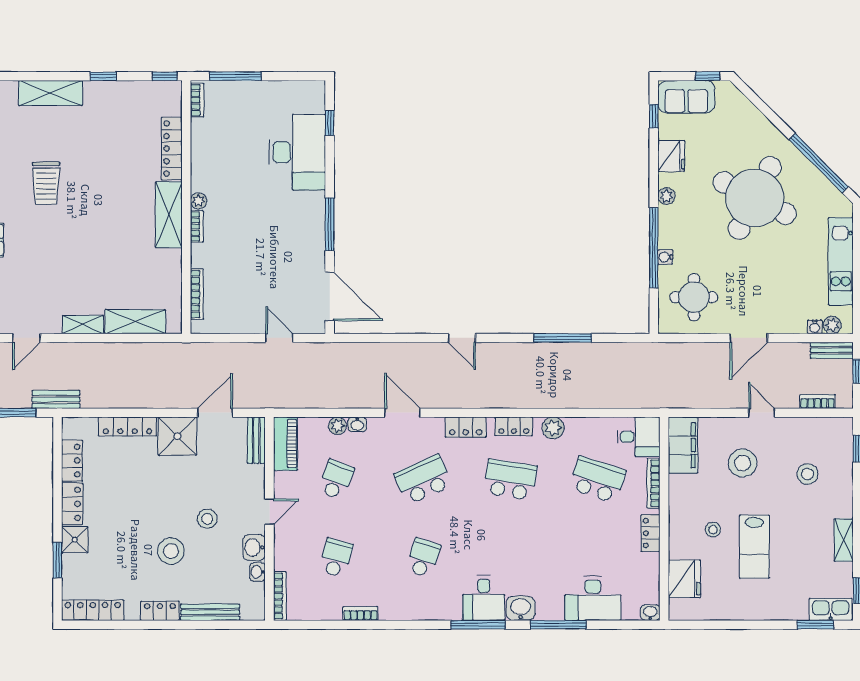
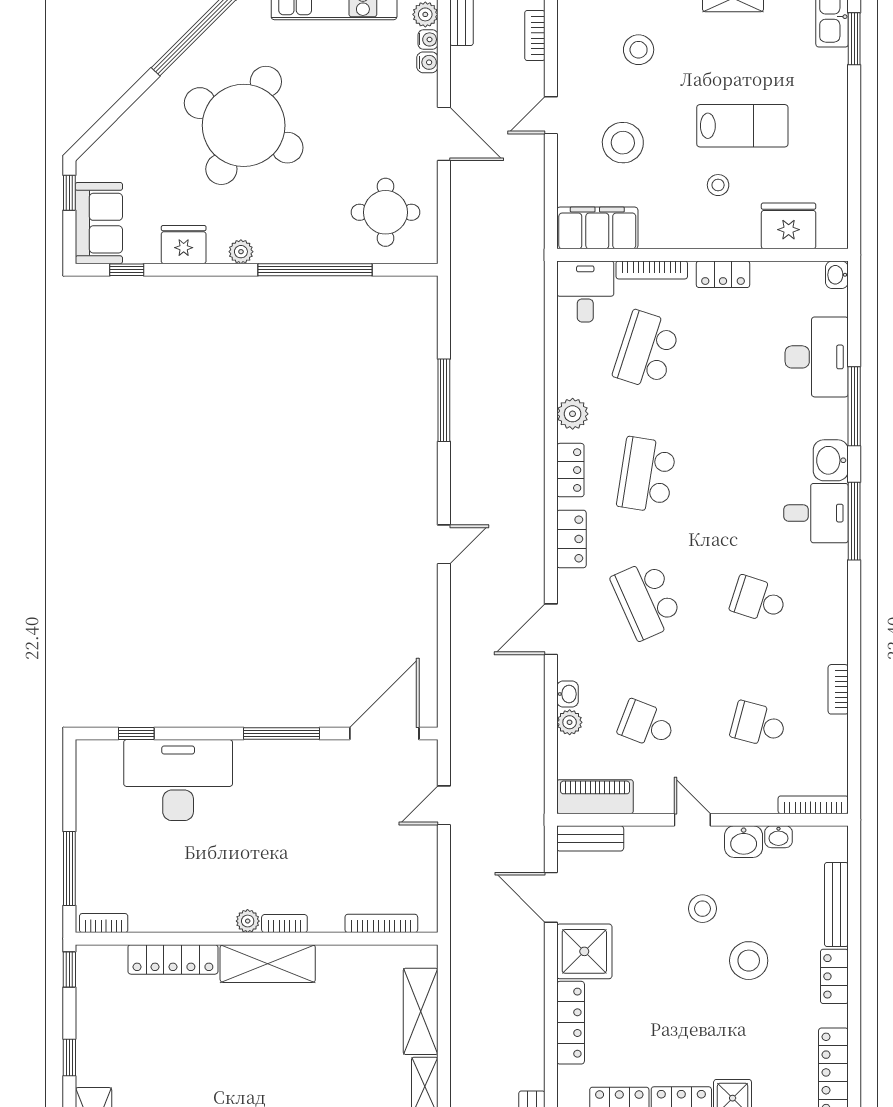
water cooler: (665, 257) -> (427, 62), moved, turned -90

